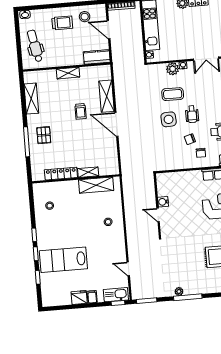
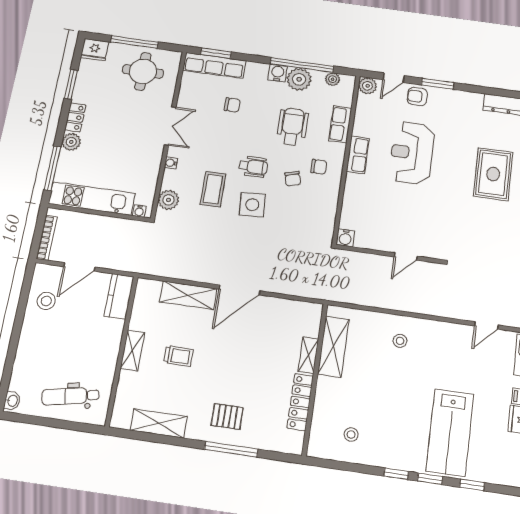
trolley: (62, 23) -> (45, 341), removed
plant: (173, 69) -> (168, 200), moved
trolley: (80, 111) -> (178, 356), moved
water cooler: (163, 202) -> (345, 238), moved

